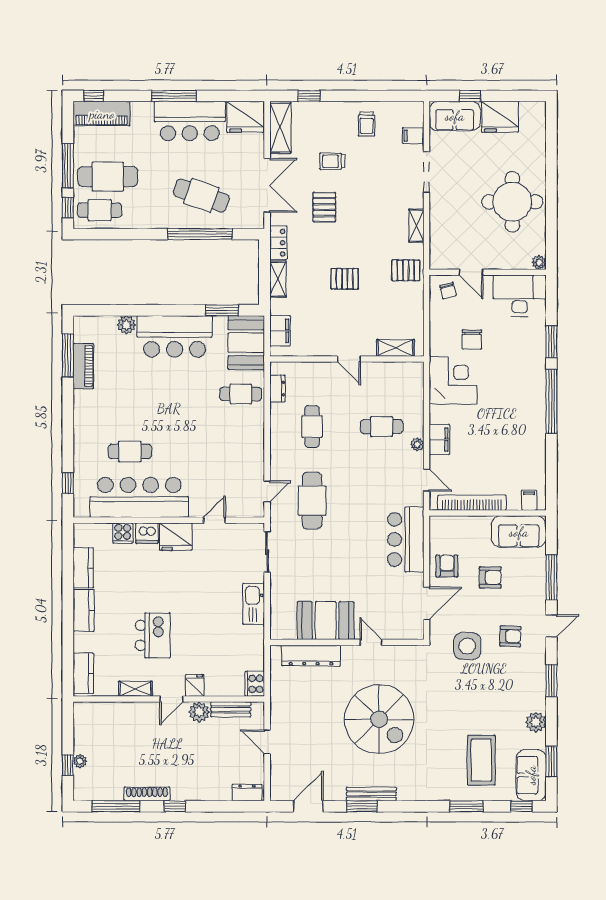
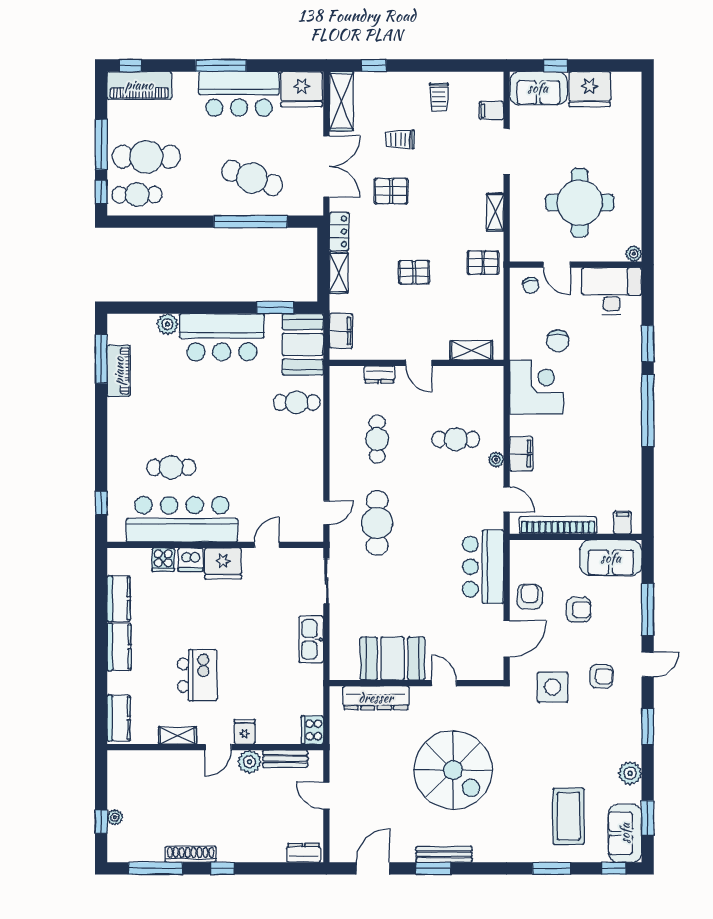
round table: (512, 202) -> (580, 203), moved
pallet: (324, 207) -> (391, 191), turned 90
dresser: (277, 389) -> (380, 374), moved, turned 90

